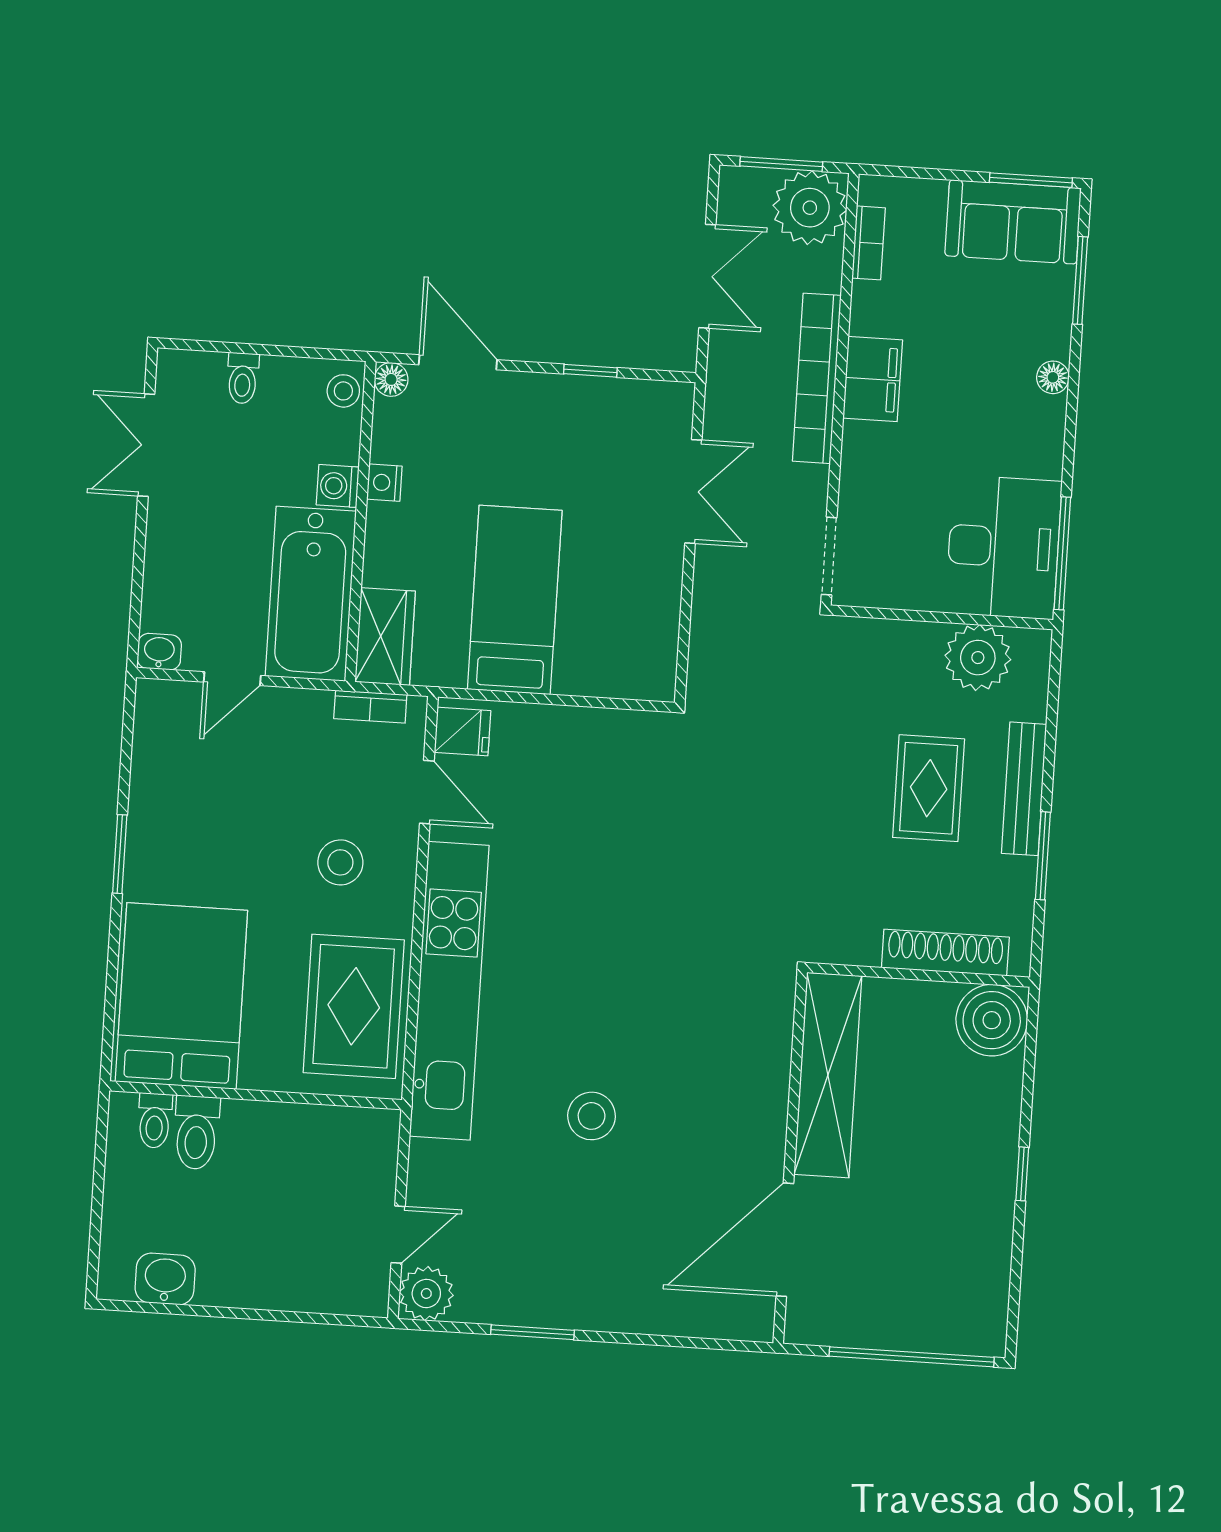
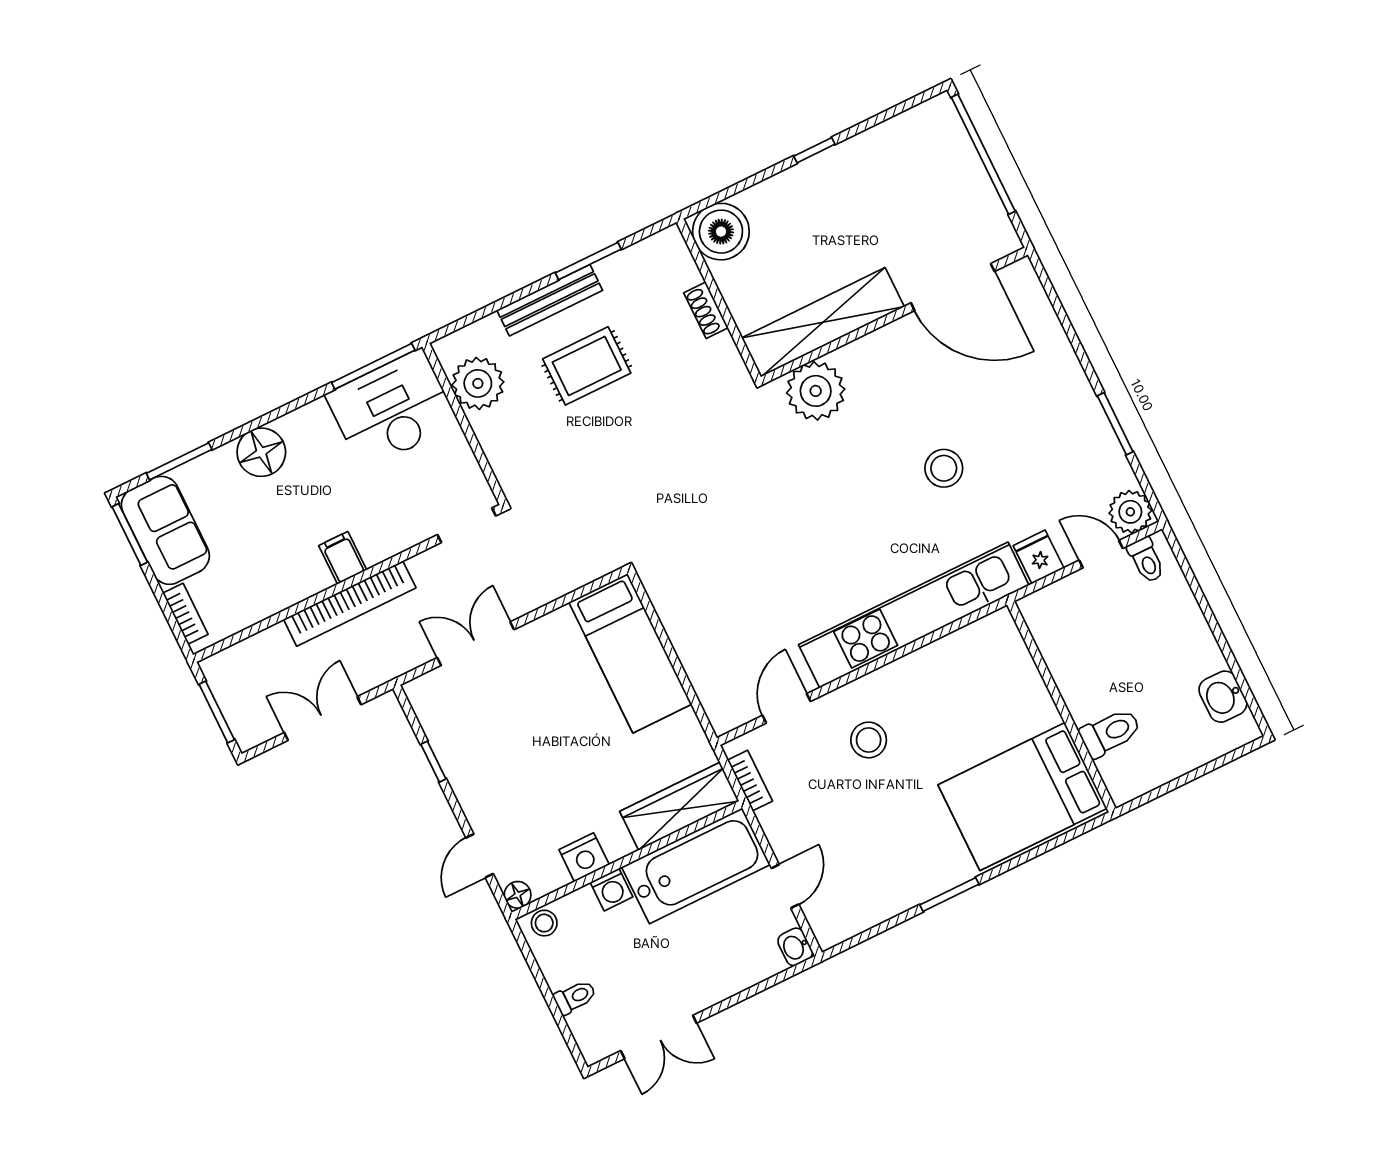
plant: (810, 208) -> (816, 391), moved
bookcase: (869, 243) -> (185, 614), moved, turned 90
door: (458, 362) -> (480, 856), width x0.73
floor lamp: (1053, 377) -> (261, 452), width x1.89, depth x1.89
filing cabinet: (873, 379) -> (343, 558), width x0.50
nightstand: (384, 483) -> (584, 857), width x1.39, depth x1.35
bed: (515, 600) -> (630, 653), moved, turned -90
wardrobe: (385, 637) -> (679, 806), width x1.50
door: (232, 679) -> (785, 886), hinge flipped
fridge: (462, 732) -> (1039, 557), moved
shoe rack: (945, 953) -> (706, 310), width x0.51, depth x0.81
rug: (354, 1006) -> (962, 674), removed
toilet: (155, 1121) -> (1146, 560), moved, turned 90

